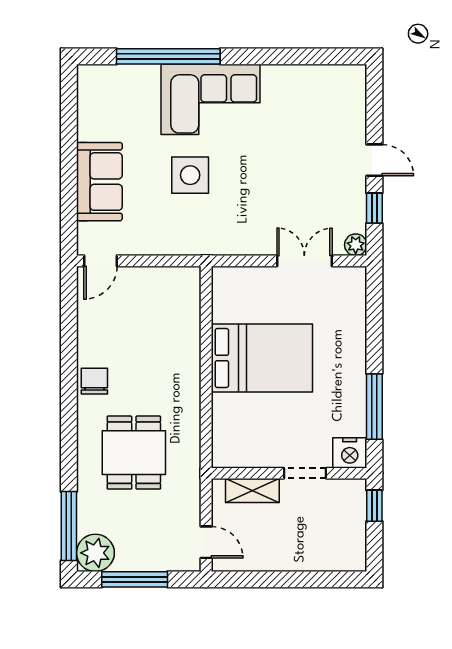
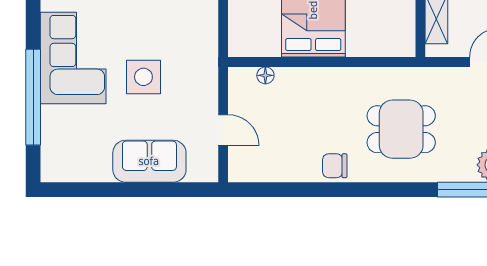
door: (100, 261) -> (223, 130), moved
floor lamp: (192, 307) -> (265, 75), added

